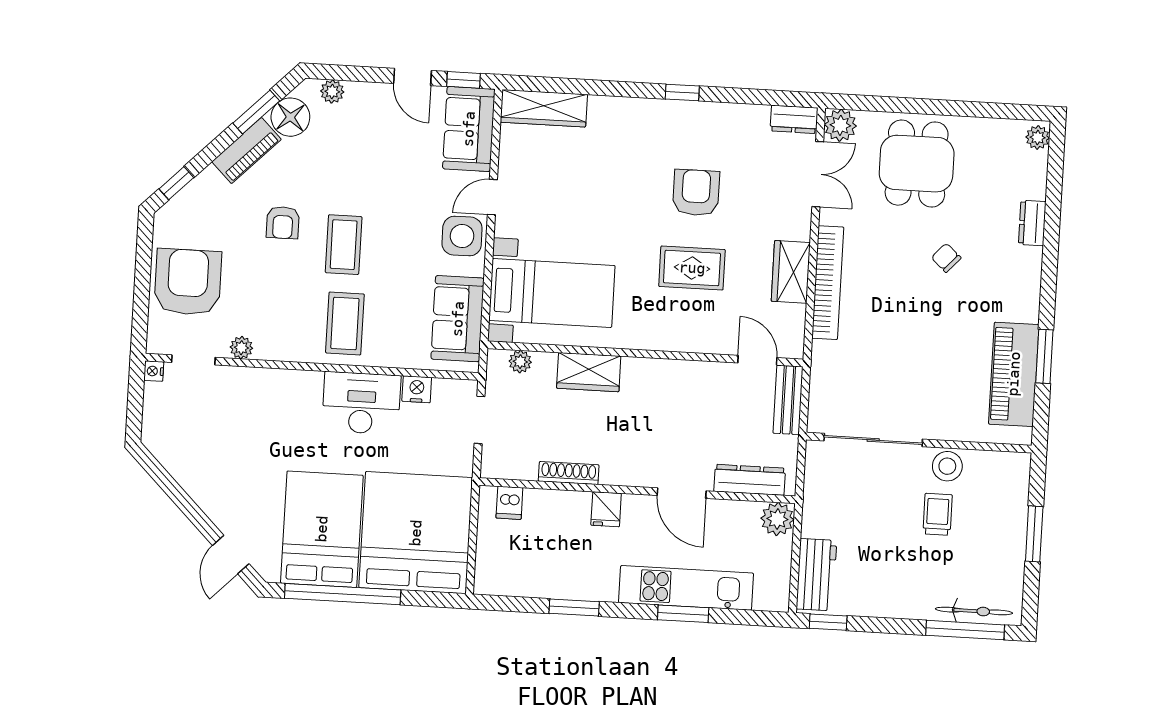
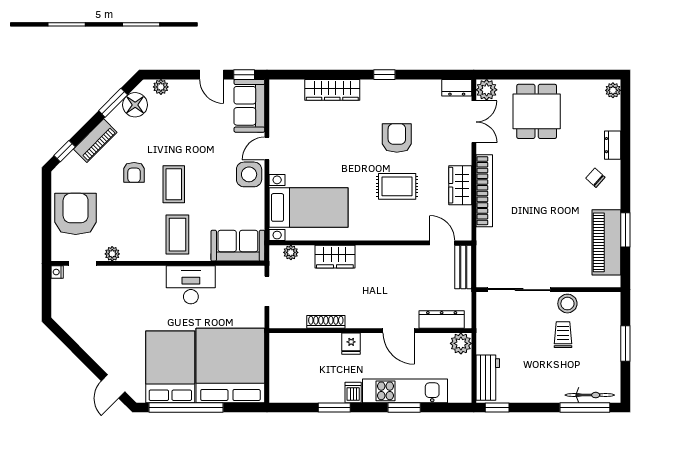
wardrobe: (544, 108) -> (332, 90), moved
piano: (246, 151) -> (95, 141), moved
chair: (946, 258) -> (595, 178), moved
sofa: (458, 319) -> (238, 246), moved, turned 90
nightstand: (417, 389) -> (226, 274), removed
dishwasher: (509, 503) -> (353, 393), moved, turned 180

